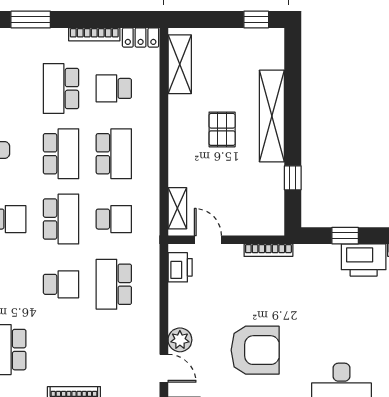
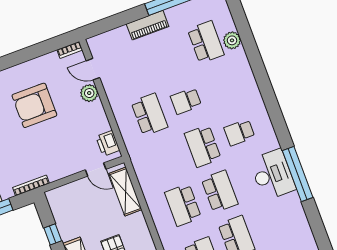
school desk: (61, 154) -> (220, 191), turned 180
shelving: (177, 208) -> (125, 192), width x1.50, depth x1.33
school desk: (114, 219) -> (166, 160), removed
bookcase: (268, 250) -> (31, 185), moved

